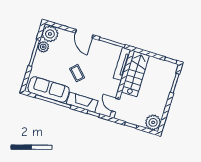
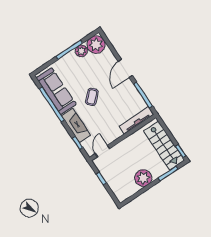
stairs: (135, 74) -> (164, 146), moved, turned 90
plant: (153, 122) -> (143, 178), moved

